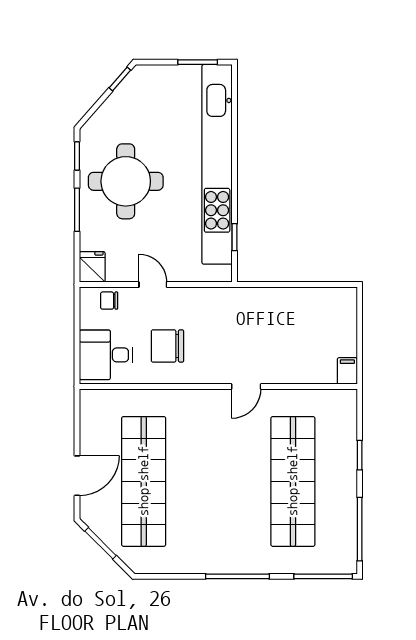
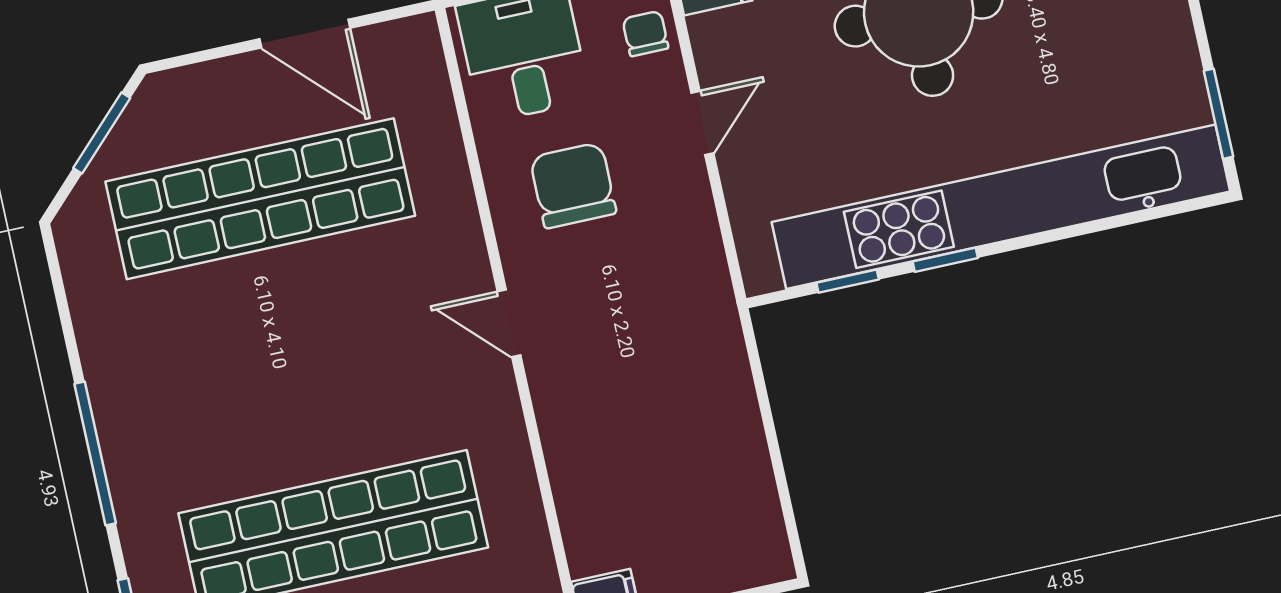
window: (234, 193) -> (945, 260), added
door: (246, 386) -> (509, 323), moved
door: (77, 476) -> (305, 34), moved

